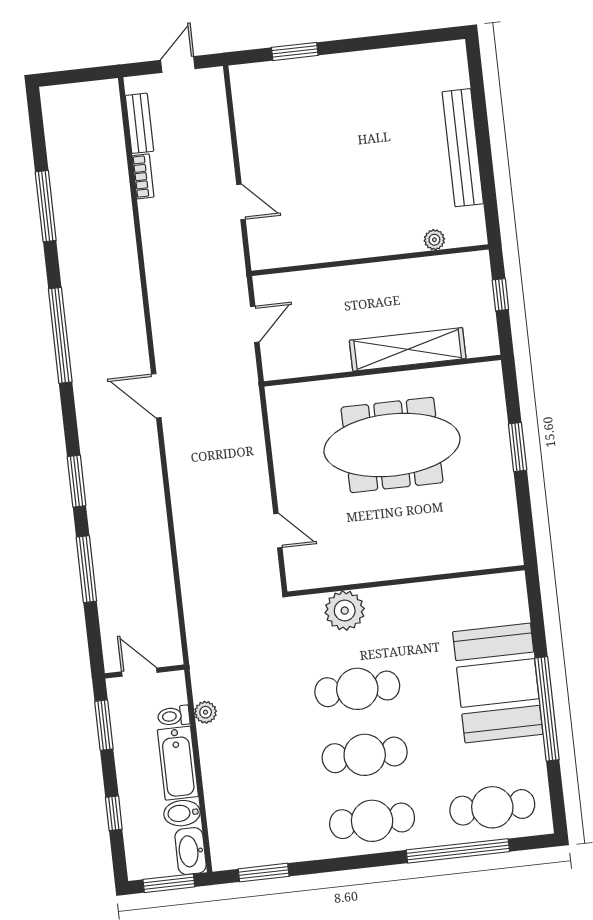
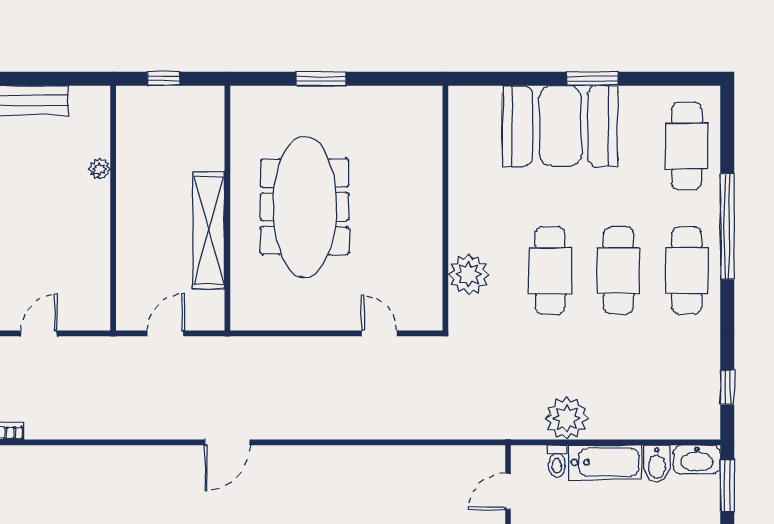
plant: (434, 240) -> (100, 169), moved
door: (255, 324) -> (166, 333), hinge flipped
shelving: (408, 349) -> (209, 230), moved
door: (278, 531) -> (379, 333), hinge flipped
window: (547, 709) -> (592, 79), width x0.47
plant: (206, 712) -> (567, 418), width x1.88, depth x1.88
window: (458, 851) -> (727, 226), moved
window: (264, 873) -> (727, 387), width x0.67

